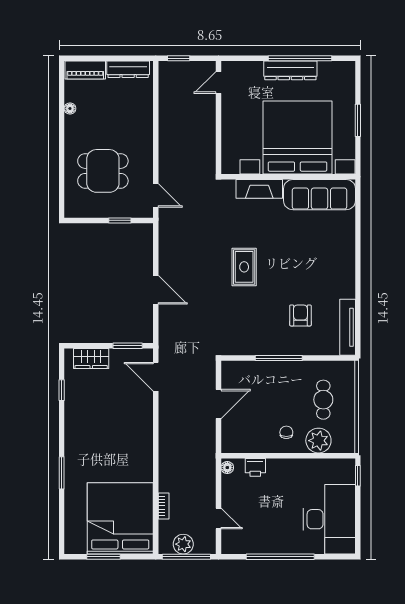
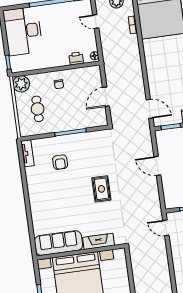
tv unit: (348, 327) -> (27, 153), width x0.71
plant: (318, 441) -> (21, 84), moved

